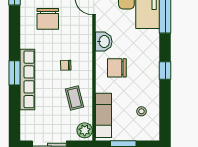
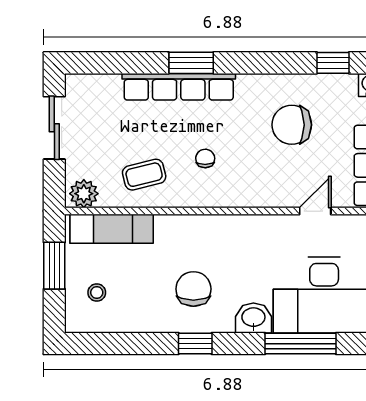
washbasin: (104, 42) -> (253, 318), moved, turned 180
chair: (117, 68) -> (193, 289), moved
stool: (141, 111) -> (97, 292), moved

